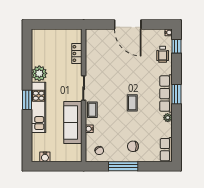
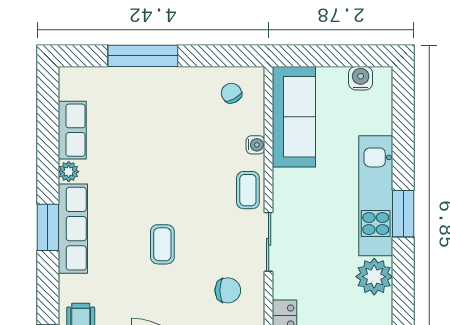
coffee table: (132, 103) -> (162, 244), moved
sofa: (73, 122) -> (294, 117), moved
chair: (133, 146) -> (228, 290), moved
row of seats: (166, 150) -> (72, 130), moved
window: (123, 166) -> (143, 56), moved

